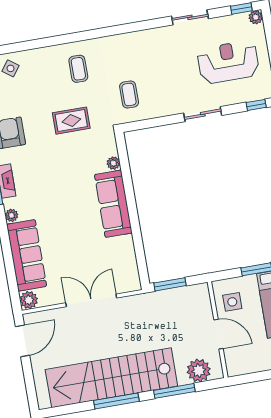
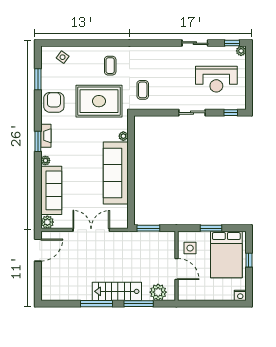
reception desk: (228, 62) -> (216, 79), turned 180
rug: (71, 121) -> (99, 101), width x1.86, depth x2.06
sofa: (113, 204) -> (116, 173), width x1.36, depth x1.27
stairs: (111, 378) -> (117, 291), width x0.54, depth x0.66

